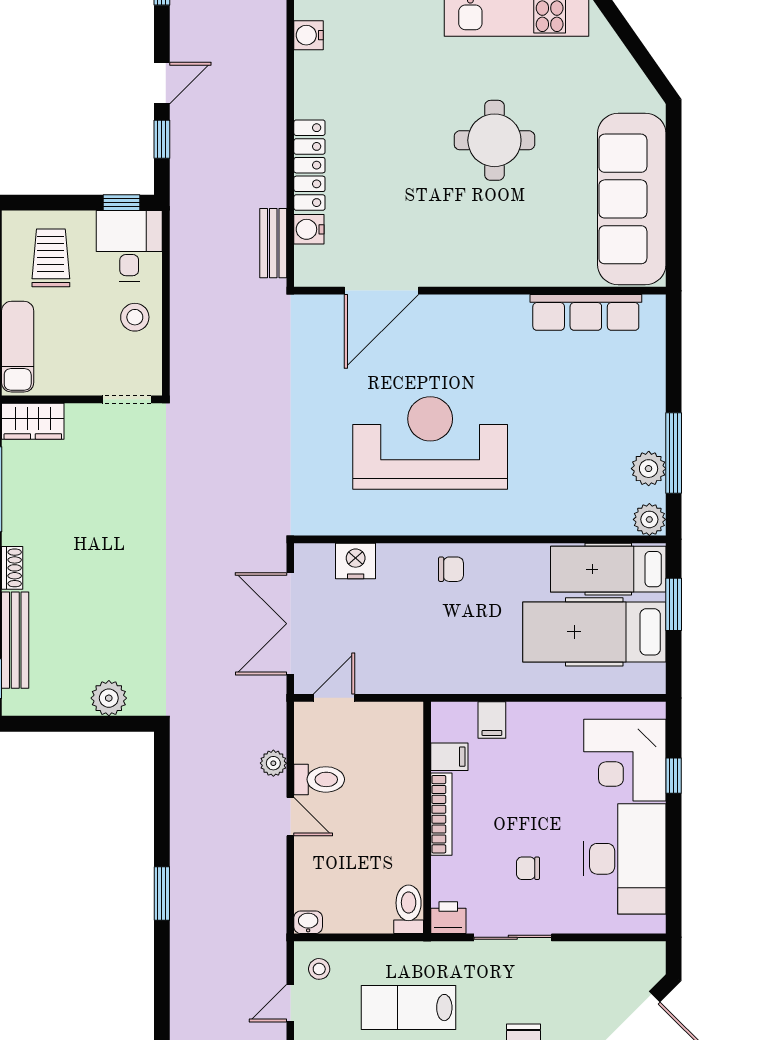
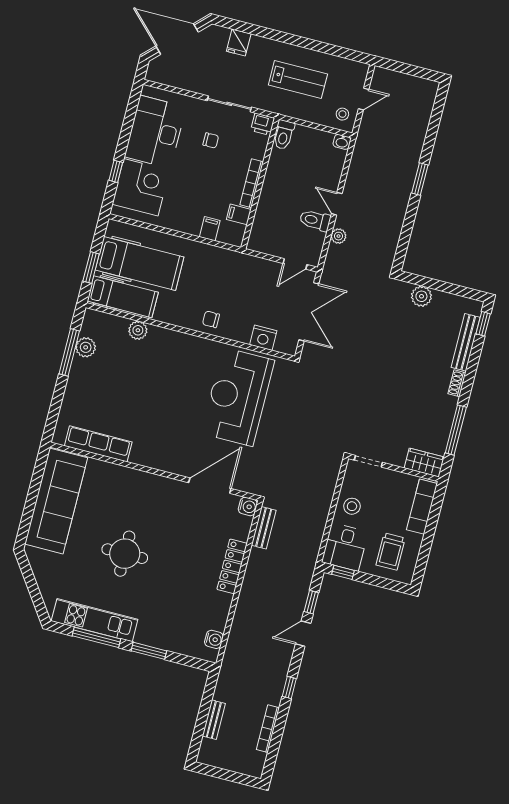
water cooler: (309, 229) -> (248, 506), moved
reception desk: (430, 443) -> (238, 397), moved, turned 90
plant: (649, 519) -> (138, 330), moved

